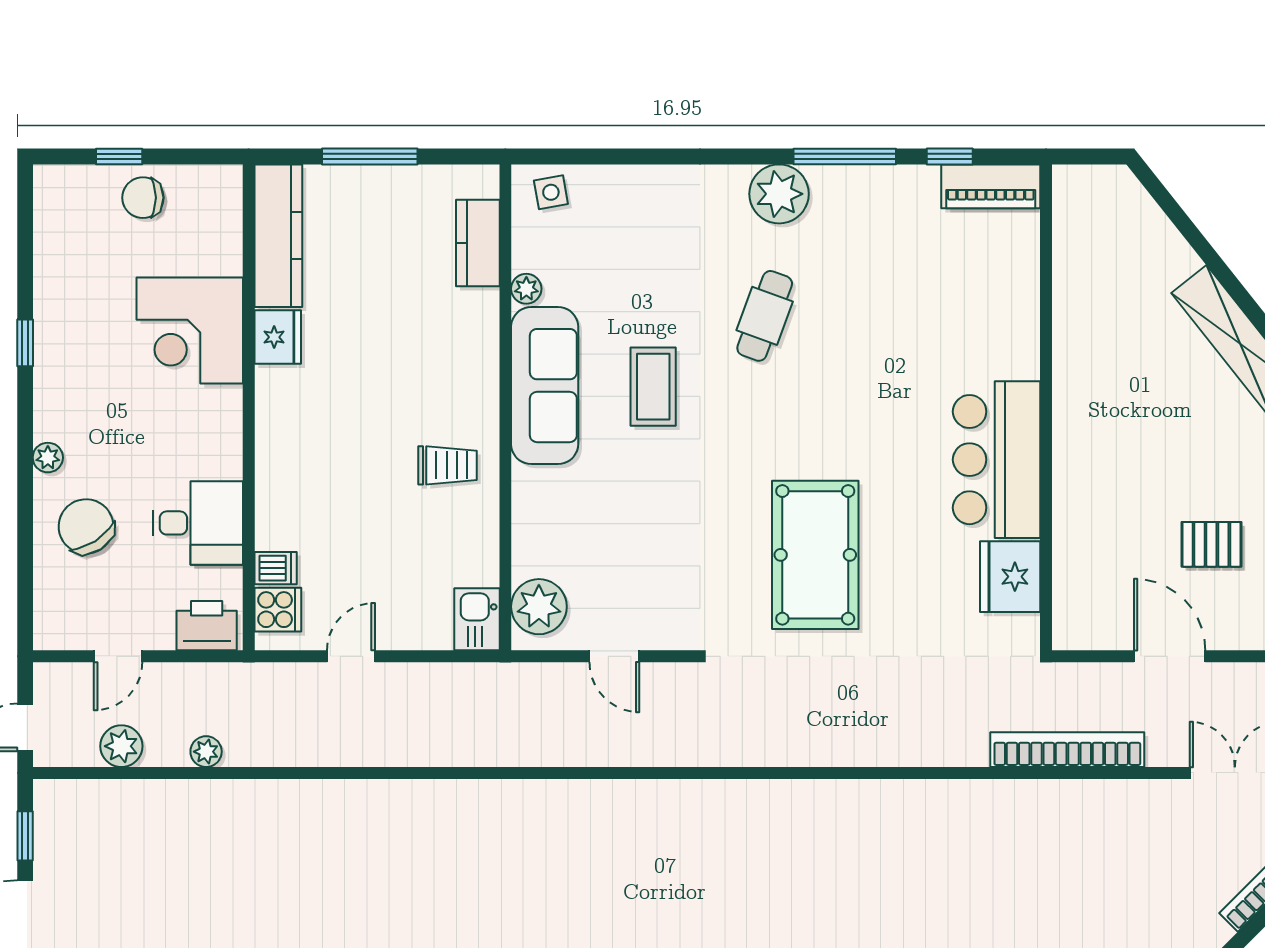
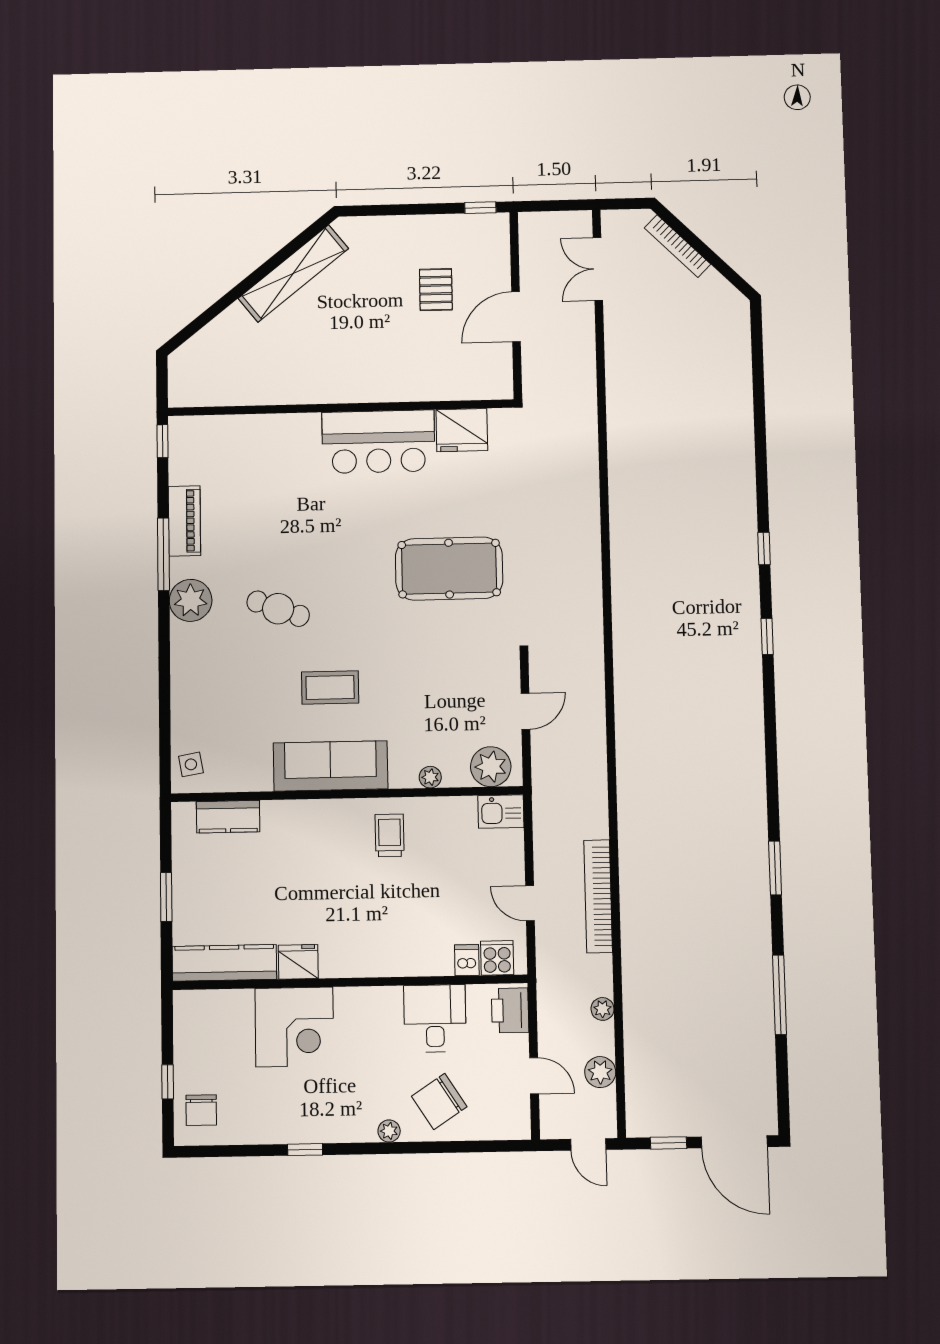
window: (370, 157) -> (166, 897), width x0.69
window: (950, 157) -> (162, 441), moved
piano: (991, 186) -> (184, 521), moved
chair: (143, 198) -> (201, 1110), moved
plant: (526, 289) -> (430, 777), moved
bookcase: (1067, 750) -> (598, 896), moved

